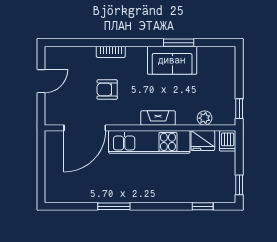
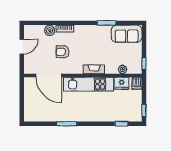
plant: (86, 55) -> (50, 30), added
sofa: (172, 60) -> (127, 34), moved
door: (85, 128) -> (49, 75), hinge flipped

